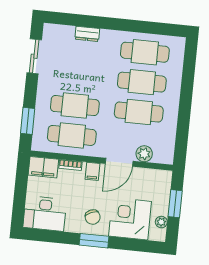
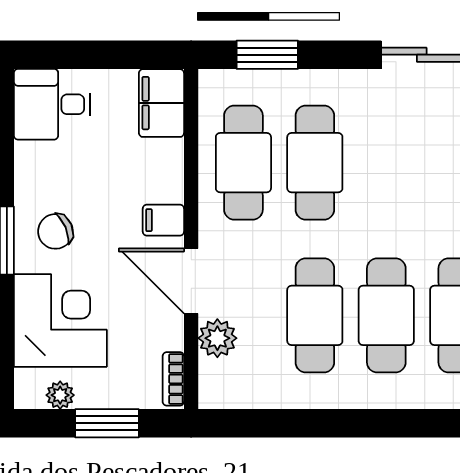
bookcase: (70, 165) -> (173, 379), moved
desk: (45, 214) -> (52, 104), width x0.73

